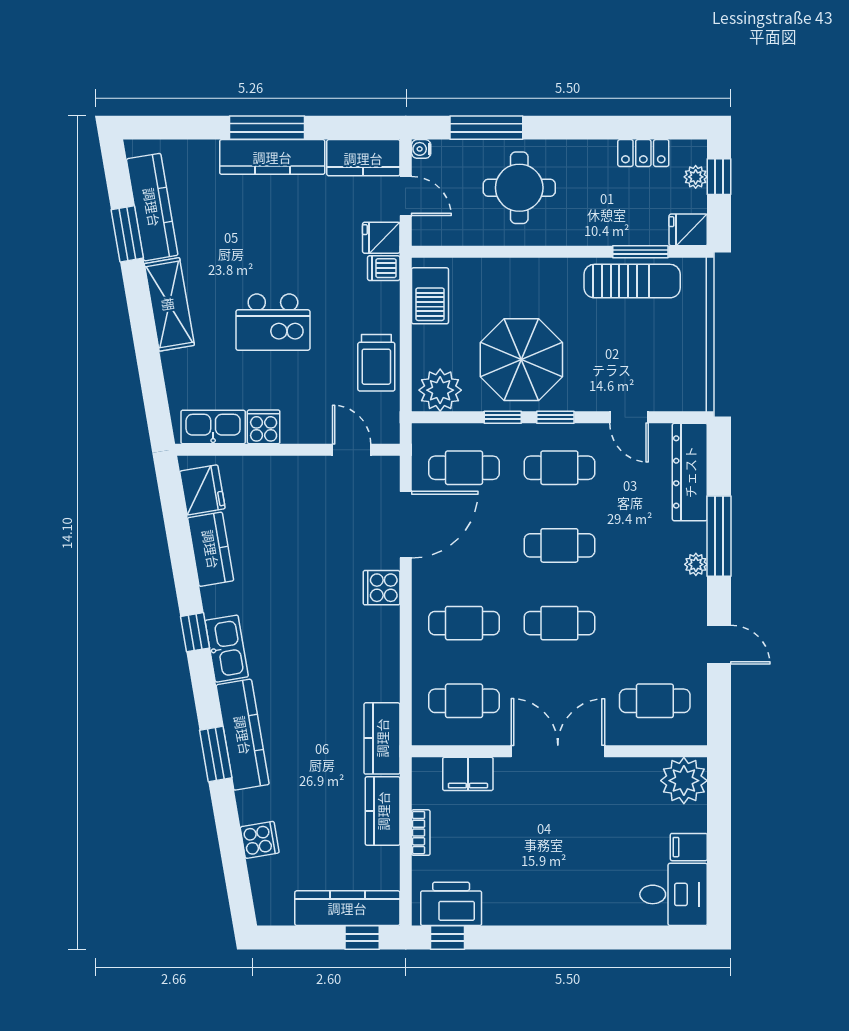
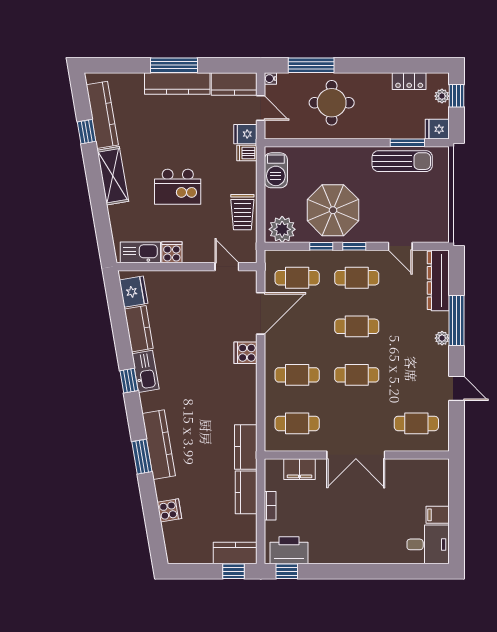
window: (127, 234) -> (87, 132), width x0.67
kitchen sink: (227, 649) -> (145, 371), moved
double door: (558, 751) -> (356, 455), swing flipped
plant: (684, 781) -> (434, 473), removed
kitchen counter: (347, 908) -> (235, 553), width x0.67

